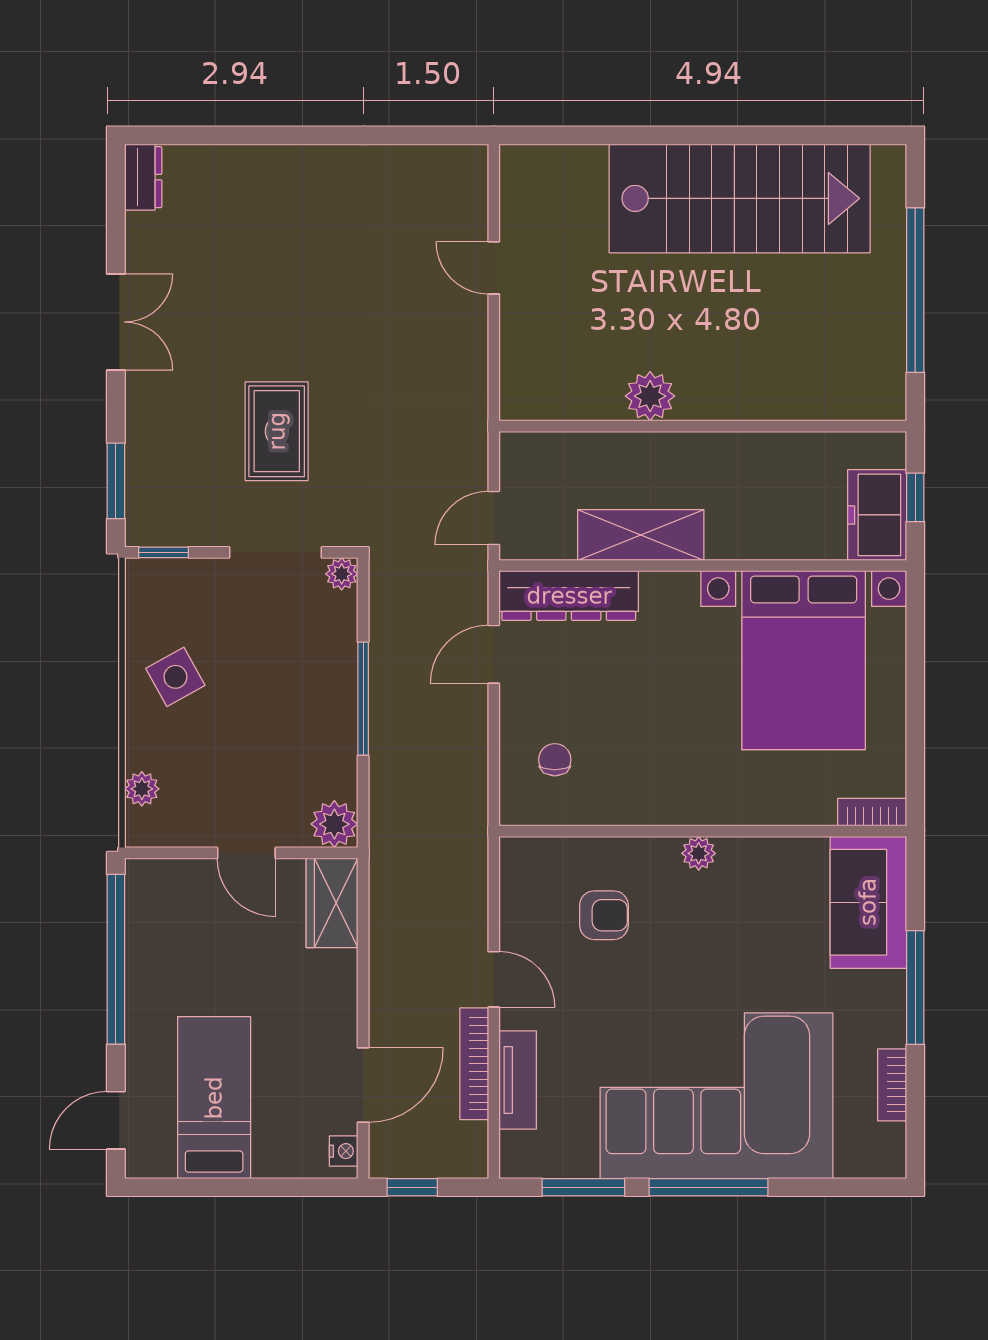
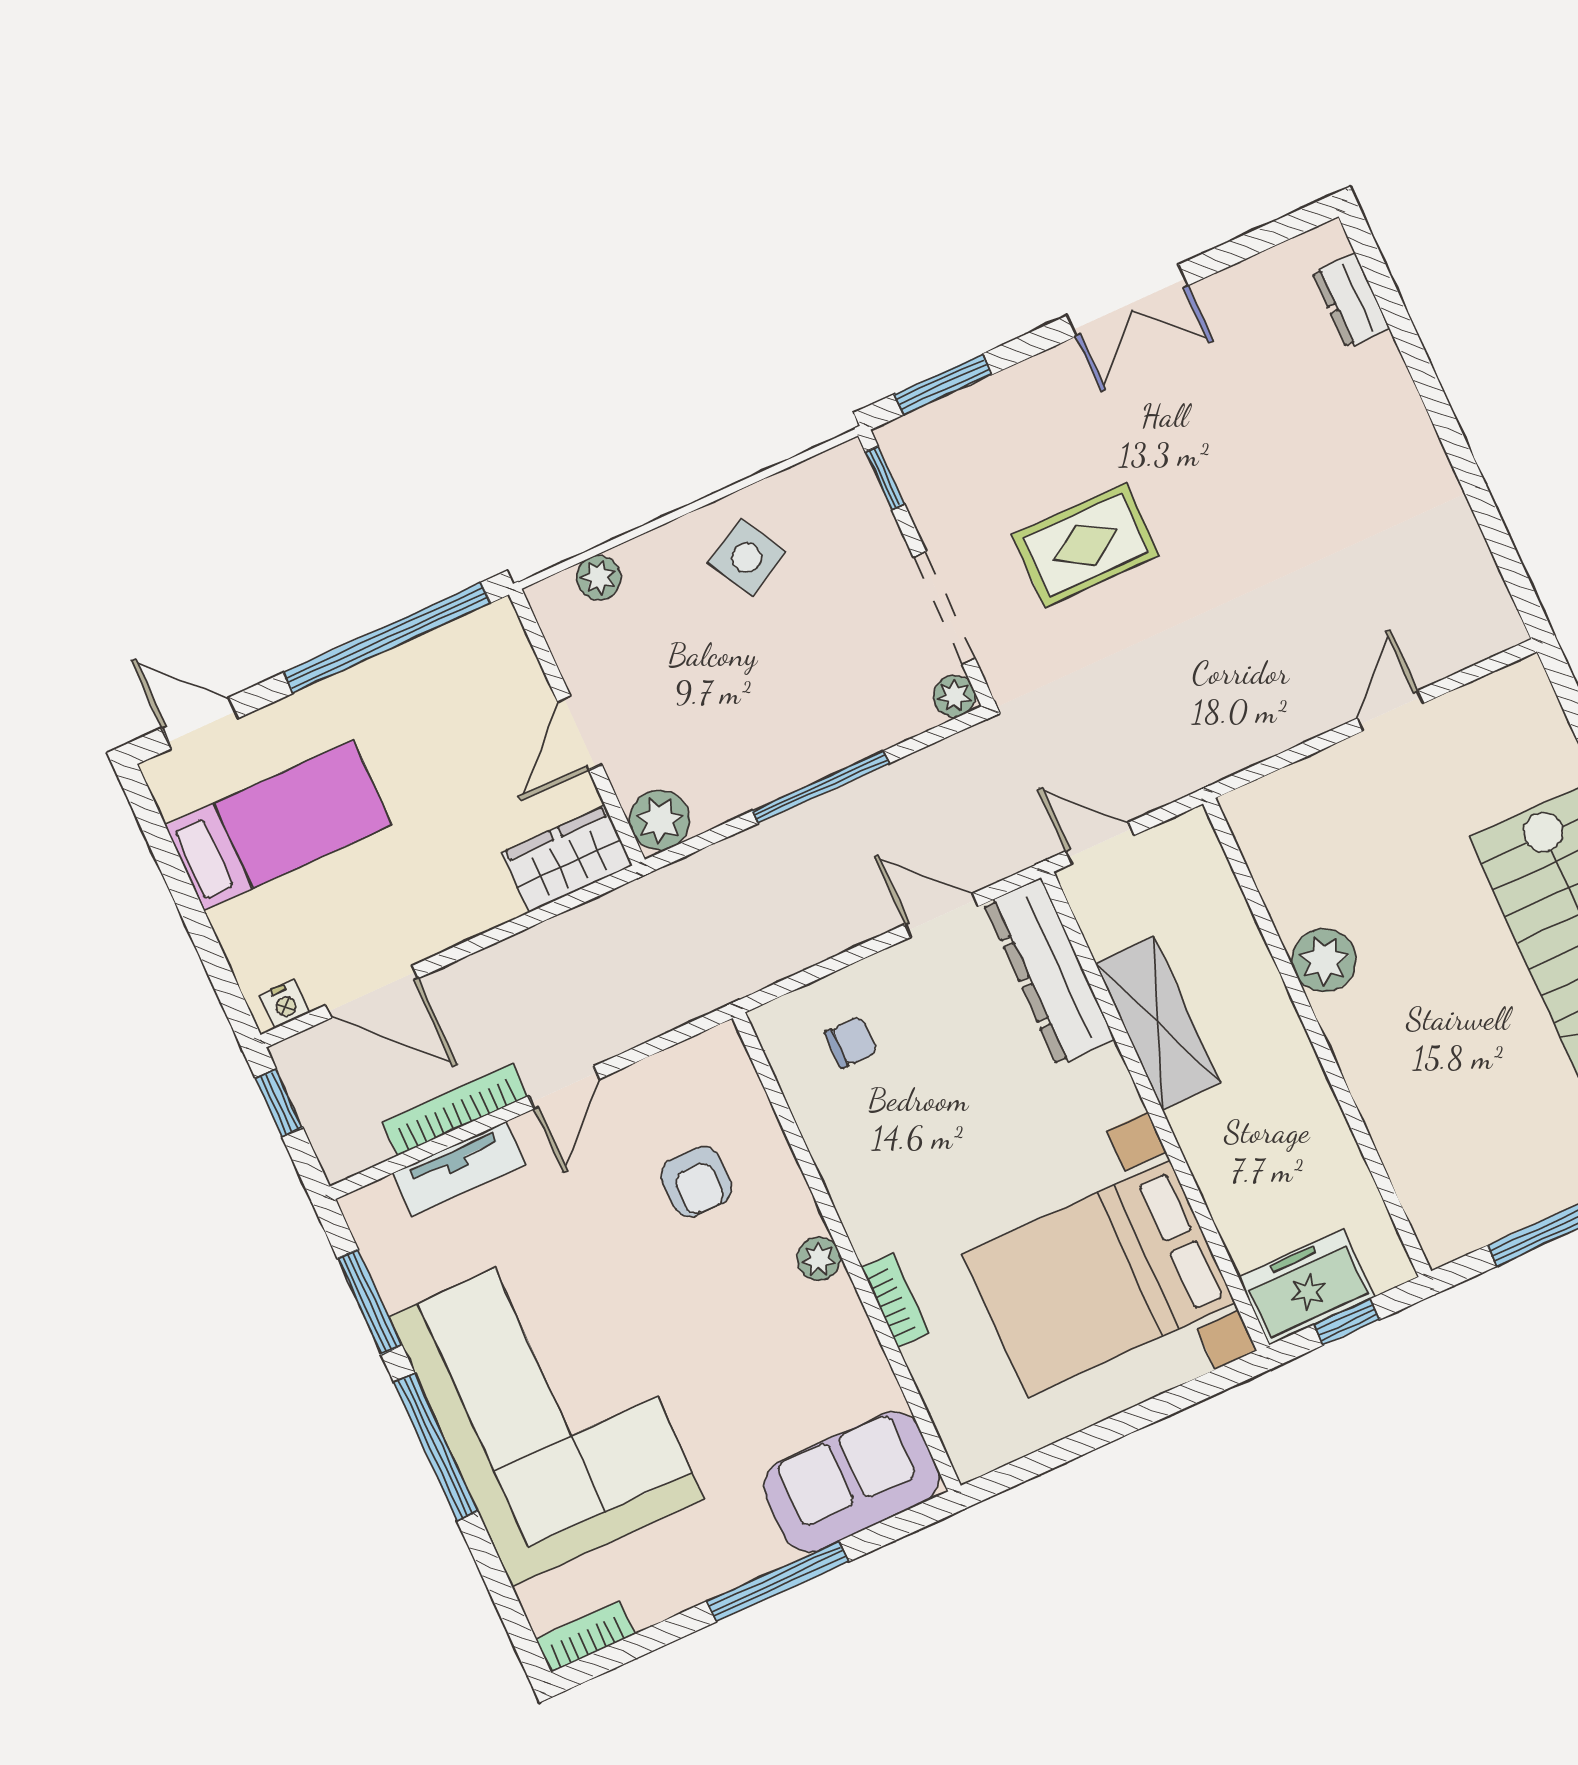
dresser: (143, 177) -> (1351, 300), moved, turned 90
bookcase: (872, 812) -> (895, 1300), moved
bookcase: (892, 1085) -> (585, 1637), moved

